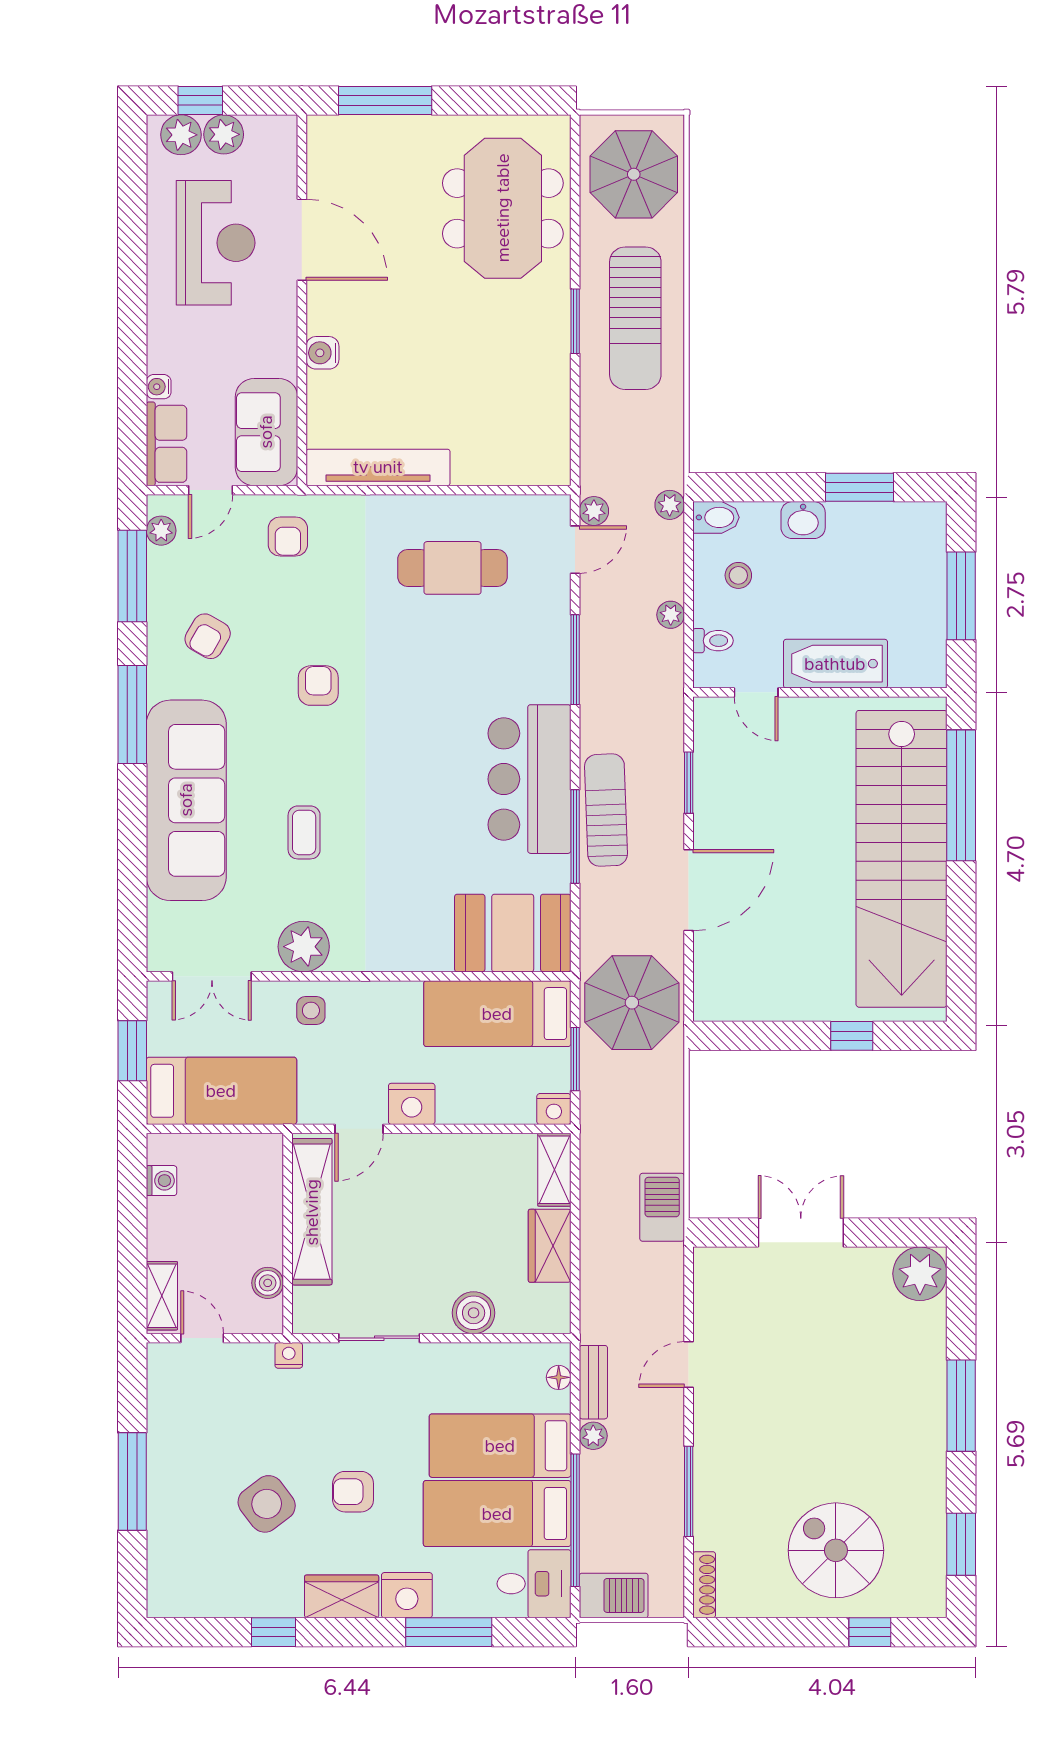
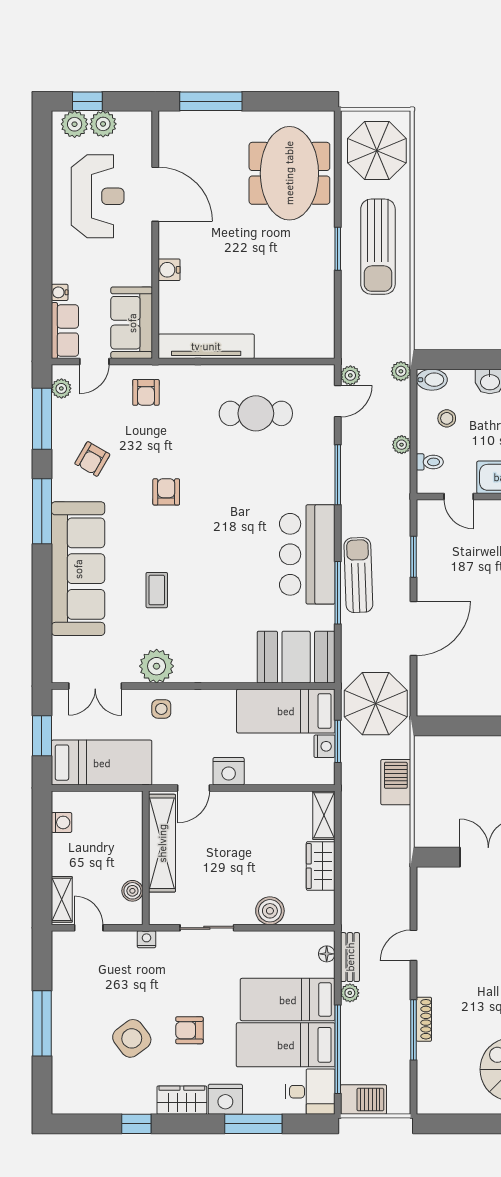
nightstand: (554, 1109) -> (324, 746), moved, turned -90
barbecue: (662, 1207) -> (396, 782), moved
shoe rack: (704, 1585) -> (424, 1019), moved

